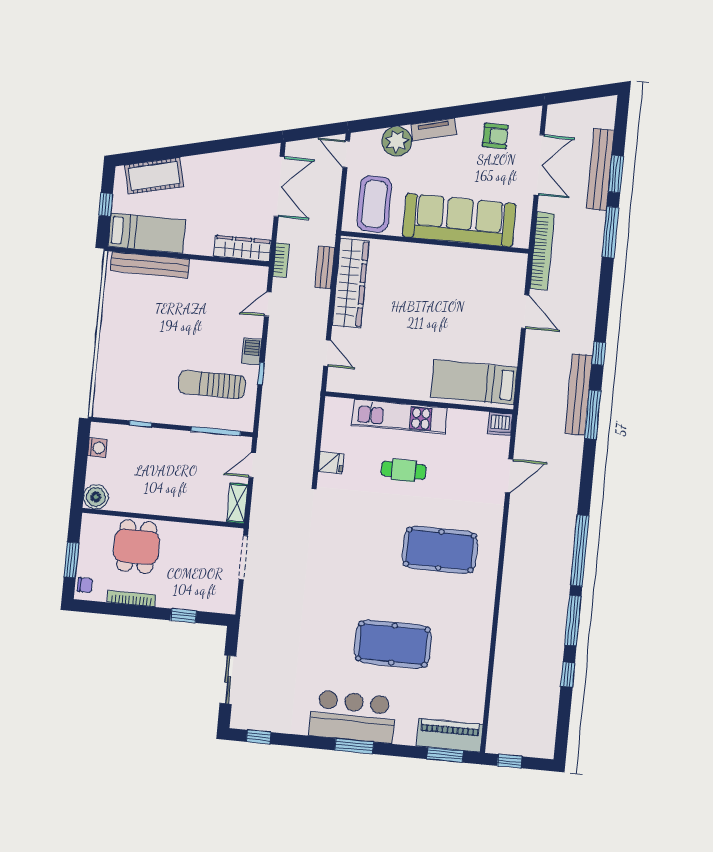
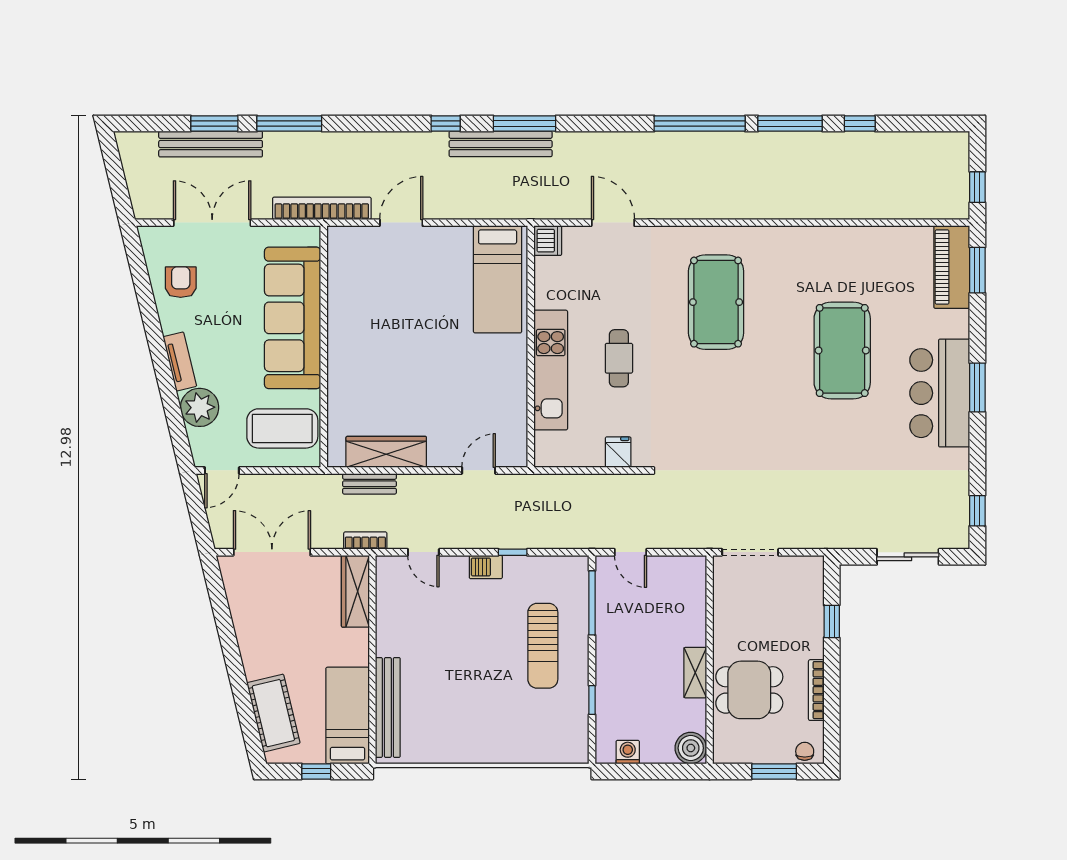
wardrobe: (350, 283) -> (386, 452), width x0.71, depth x0.85
sun lounger: (212, 385) -> (543, 646), moved
shelving: (237, 503) -> (695, 673), moved, turned 90

